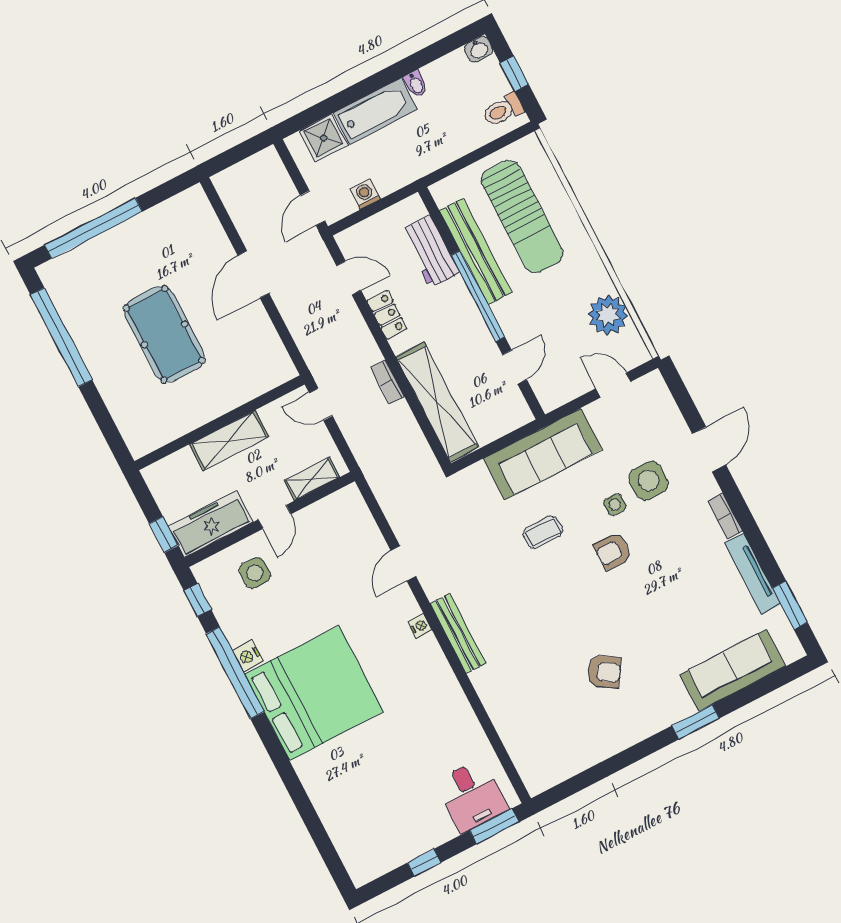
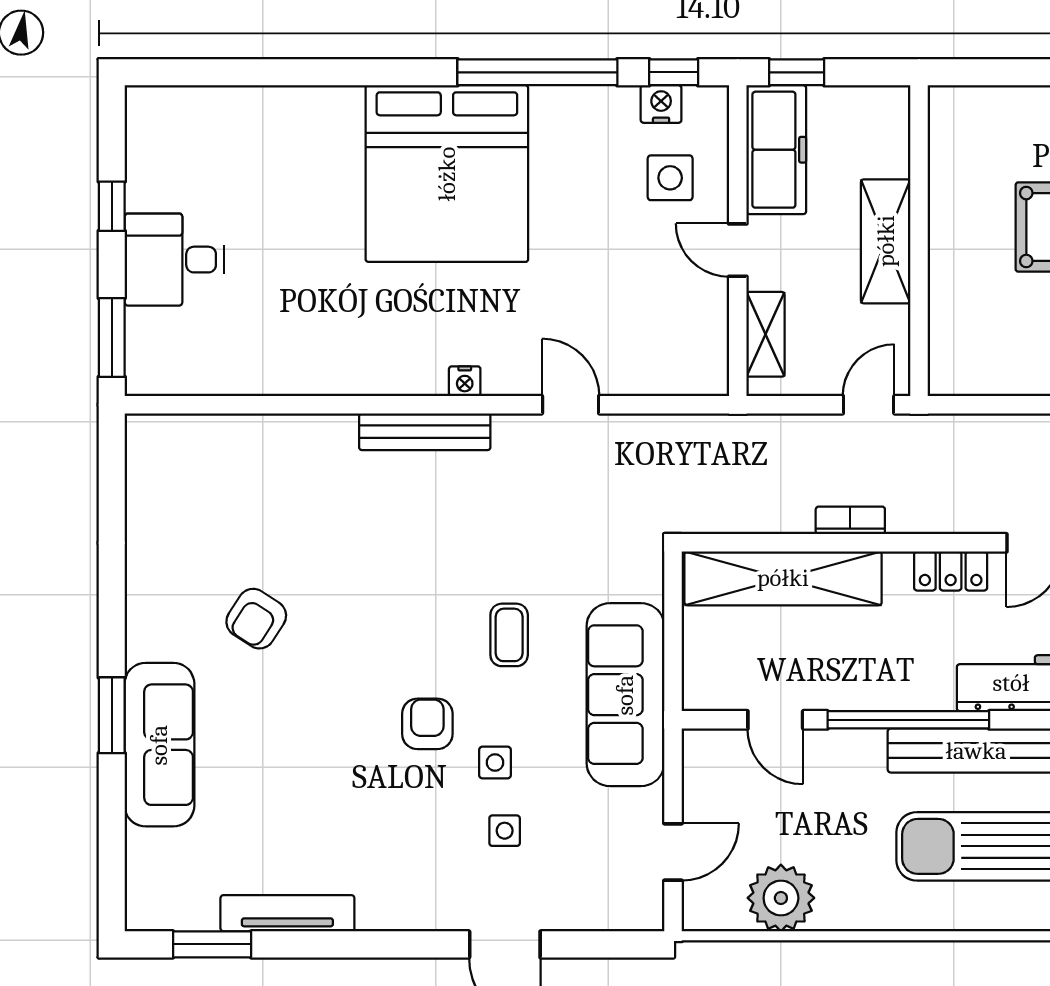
side table: (648, 481) -> (505, 831), width x0.54, depth x0.54
bookcase: (725, 516) -> (393, 917), removed
nightstand: (248, 656) -> (661, 104), moved
sofa: (733, 670) -> (159, 745), moved
desk: (472, 796) -> (174, 260), moved

